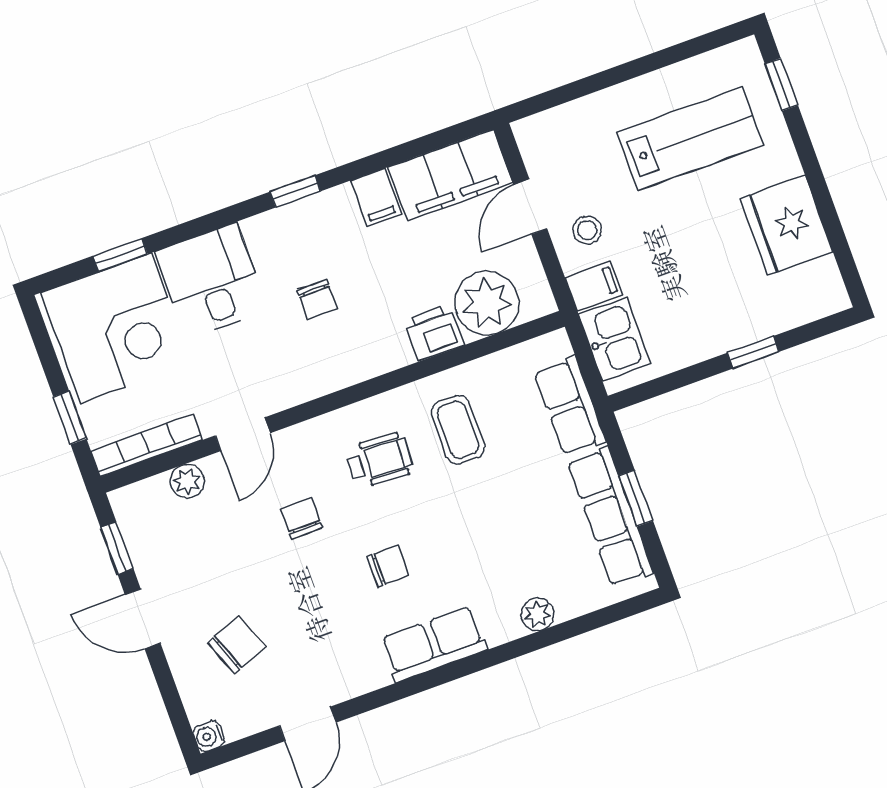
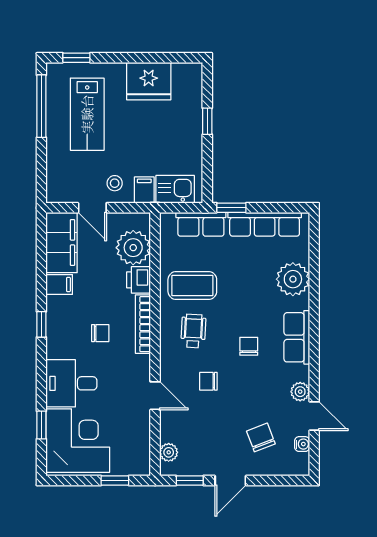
window: (675, 54) -> (41, 106), added
lab bench: (690, 139) -> (87, 114), turned 180
coffee table: (458, 430) -> (192, 286), width x1.36, depth x1.30
bookcase: (146, 445) -> (143, 324), moved
plant: (187, 481) -> (169, 452), moved
window: (636, 498) -> (231, 208), moved
plant: (537, 614) -> (293, 279), width x1.87, depth x1.87
plant: (341, 684) -> (300, 392), added
water cooler: (209, 736) -> (302, 444), moved, turned -90

